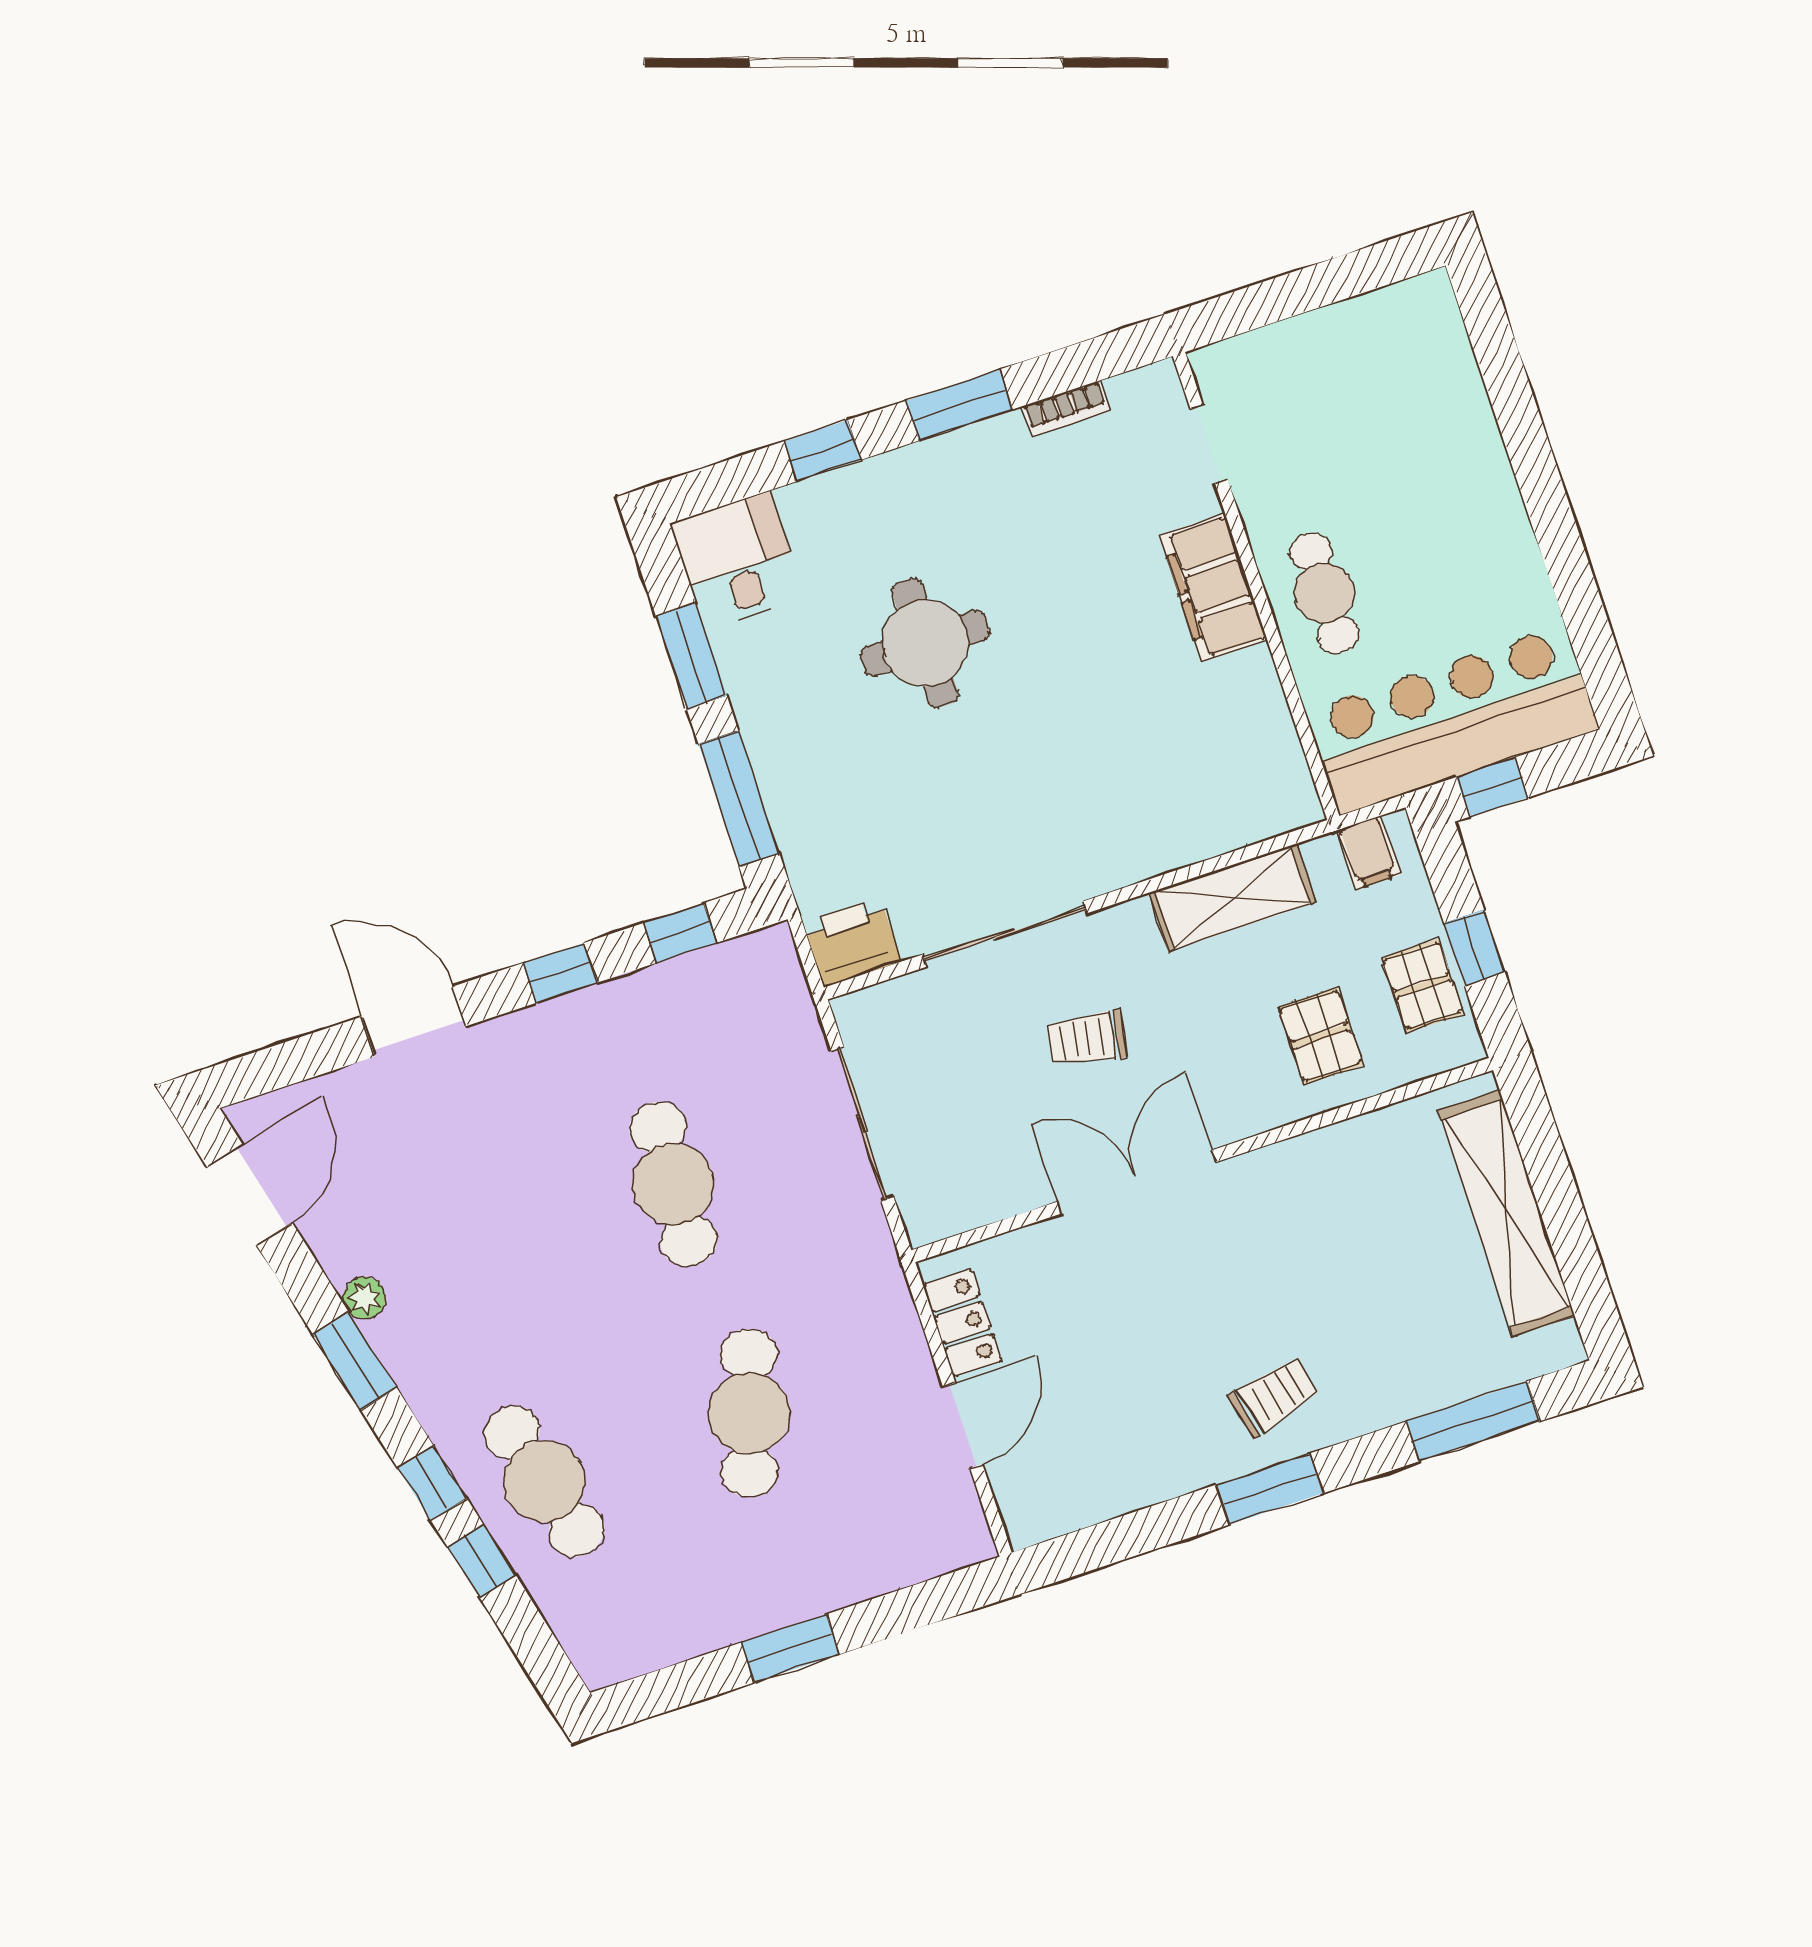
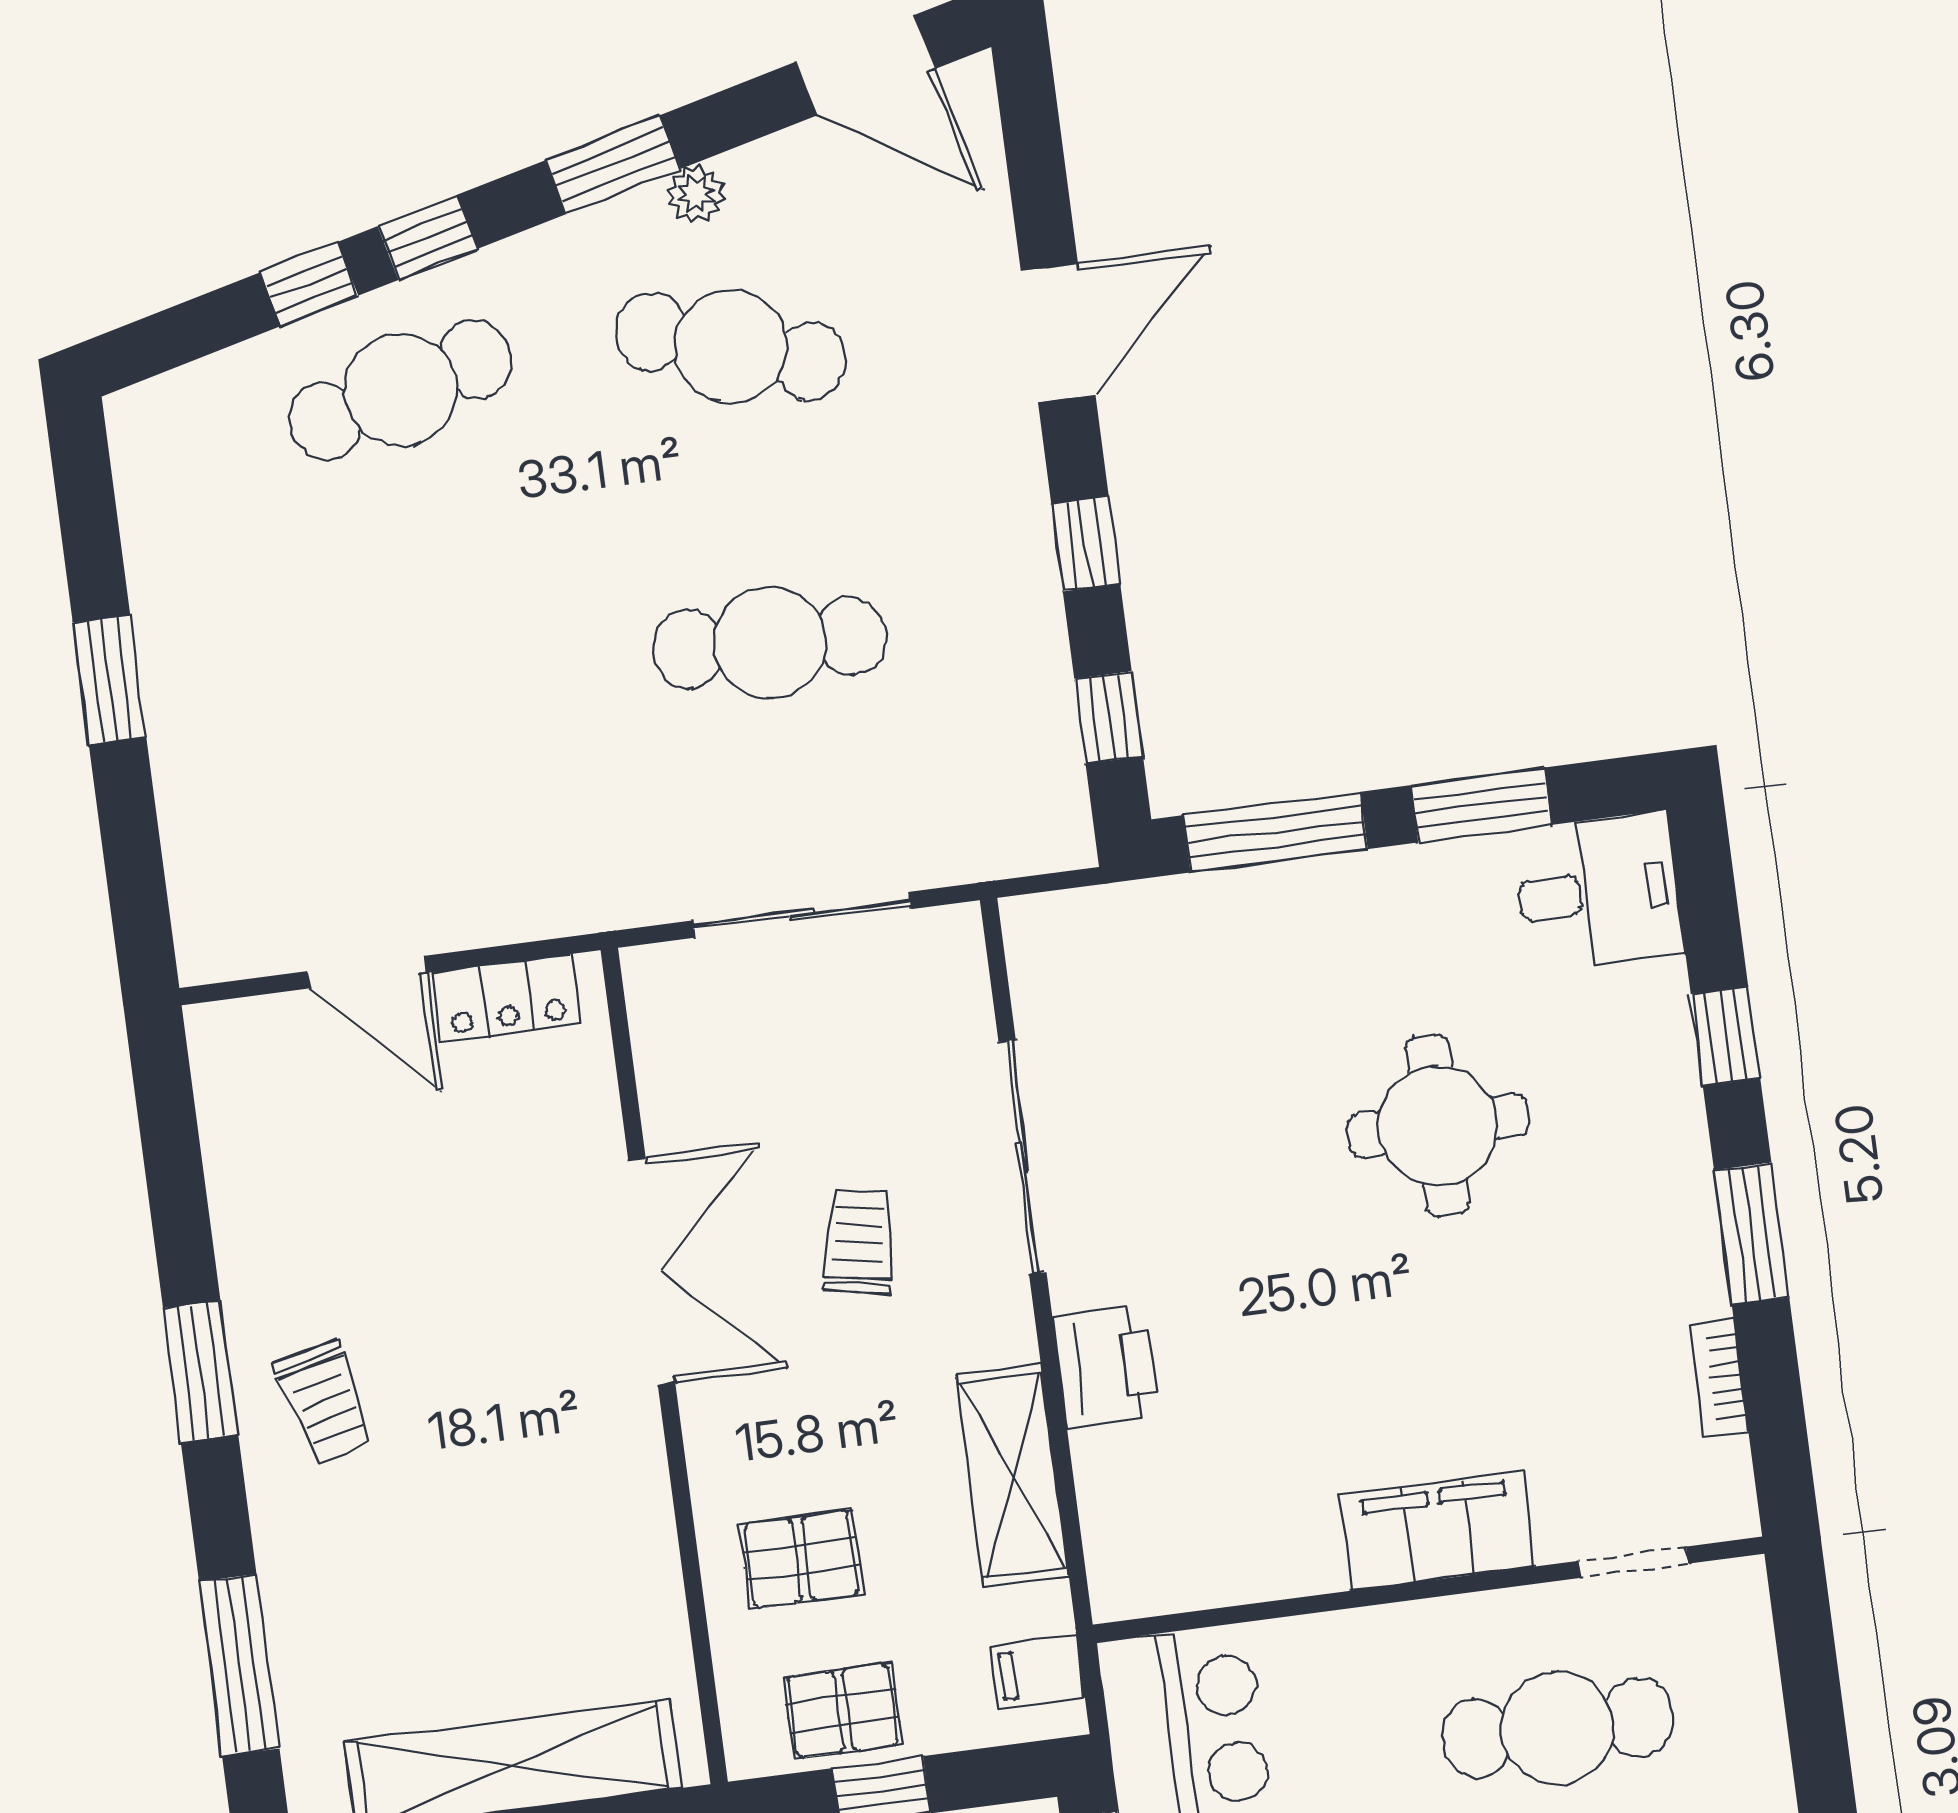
cafe table: (1324, 593) -> (1558, 1728), moved, width x1.37, depth x1.35
printer: (852, 942) -> (1106, 1366), moved
cafe table: (749, 1413) -> (731, 347), moved

